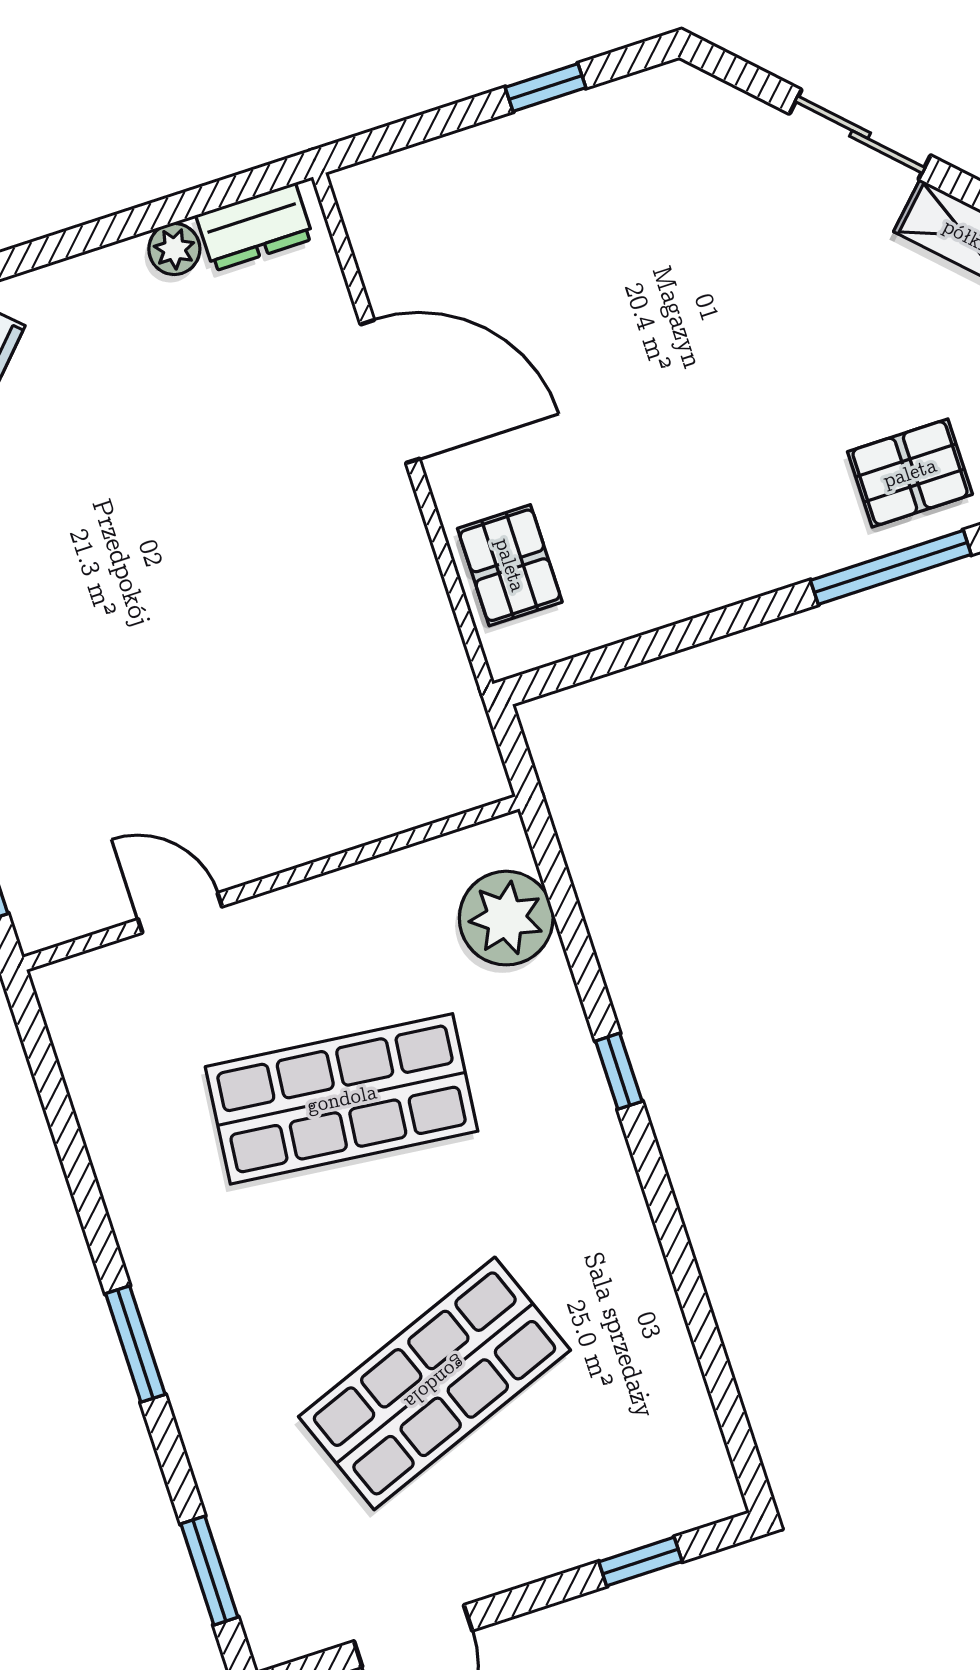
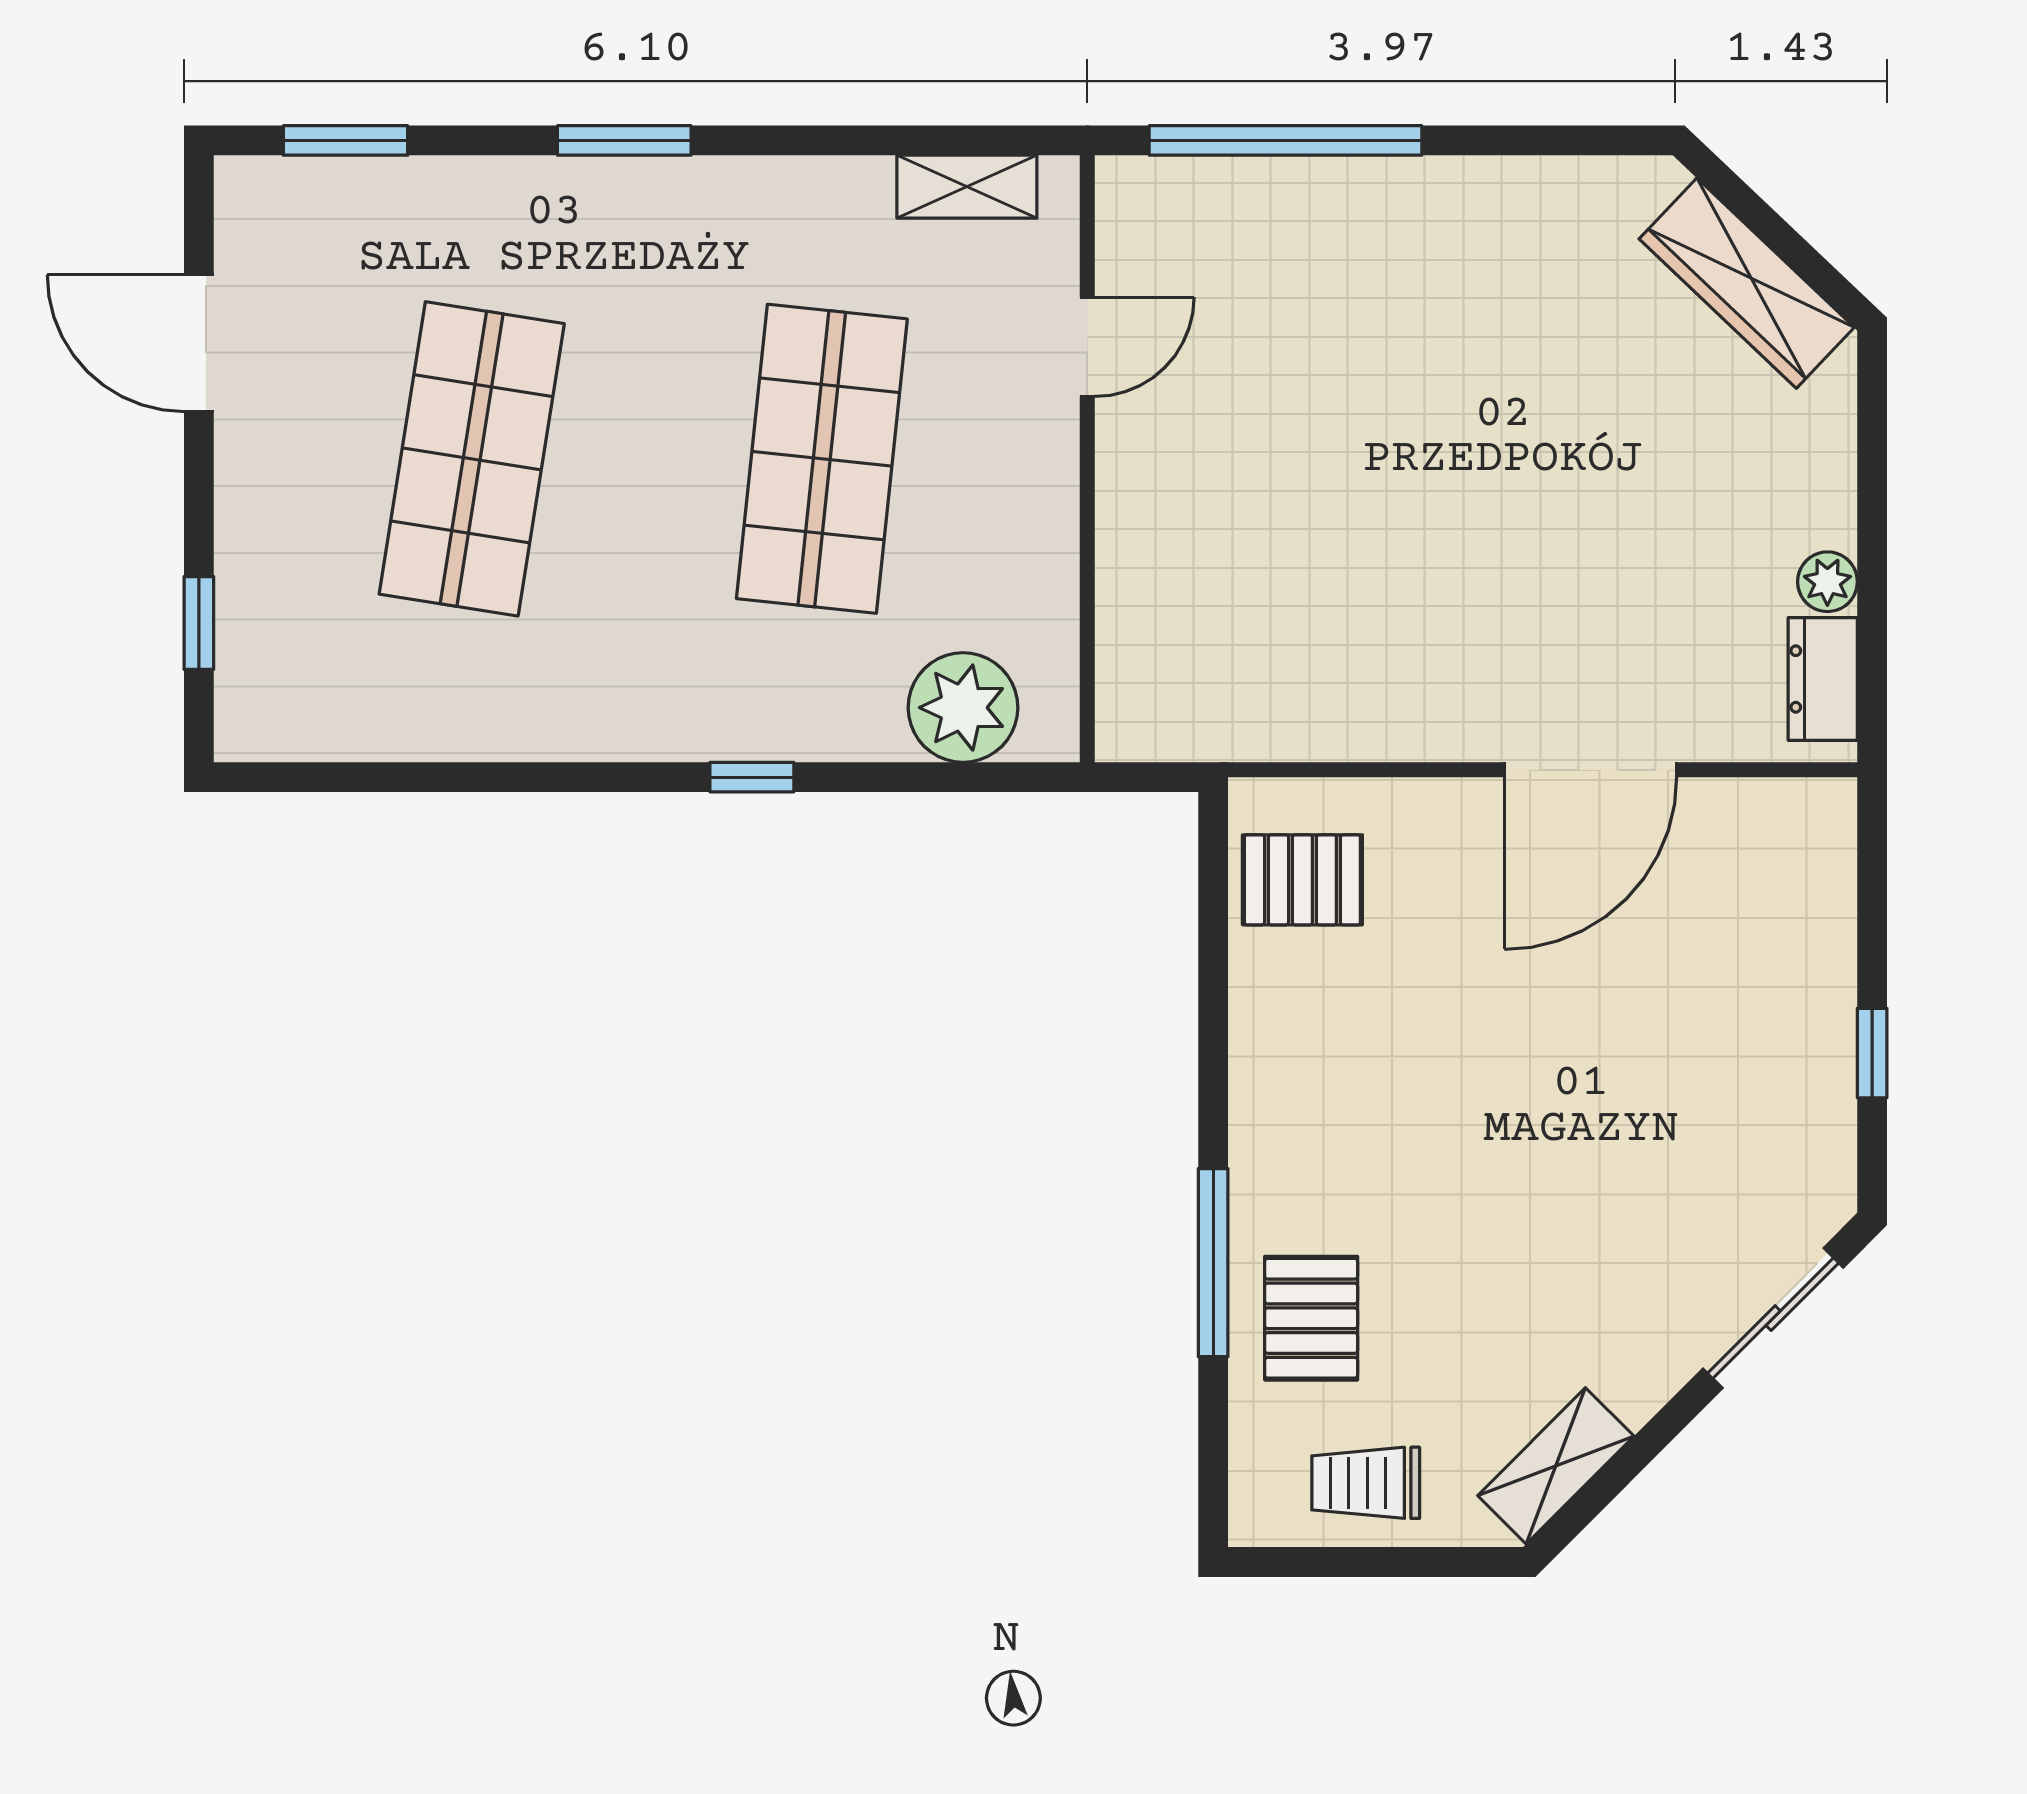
sliding door: (860, 135) -> (1773, 1318), moved
pallet: (510, 565) -> (1302, 880), moved
shelving: (82, 1053) -> (967, 187), added
shop shelf: (435, 1383) -> (472, 459), turned 30

